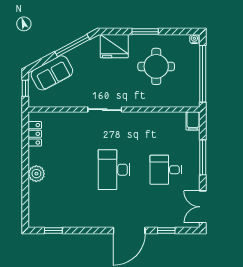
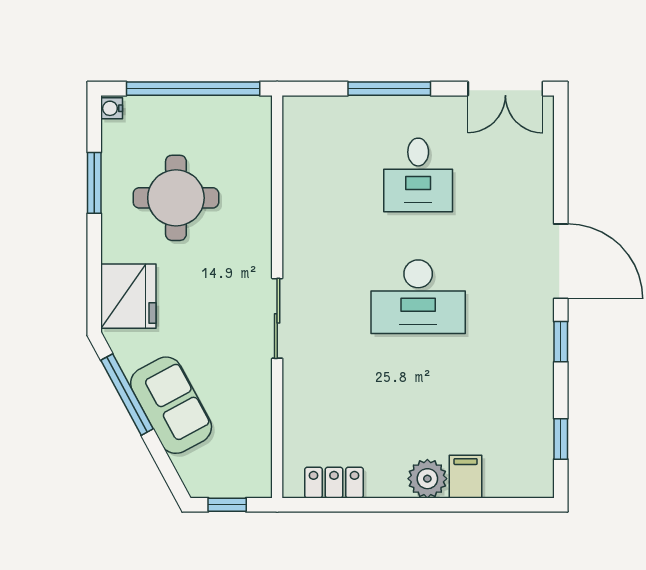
window: (145, 32) -> (94, 183), moved
sofa: (52, 73) -> (171, 405), moved
filing cabinet: (193, 121) -> (466, 477), moved, turned -90
window: (166, 231) -> (561, 342), moved

